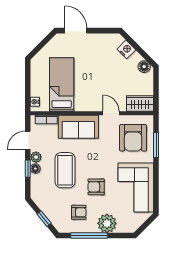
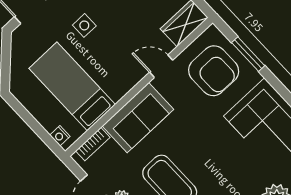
side table: (93, 62) -> (84, 25), added
armchair: (96, 187) -> (224, 168), removed

